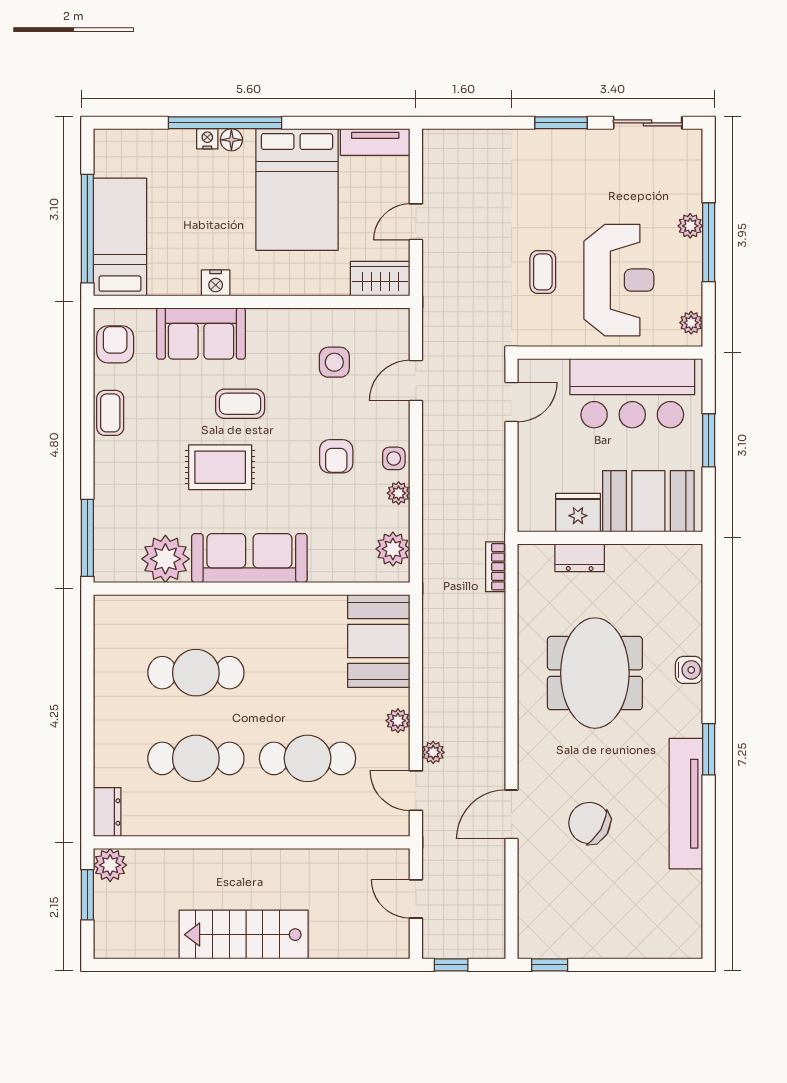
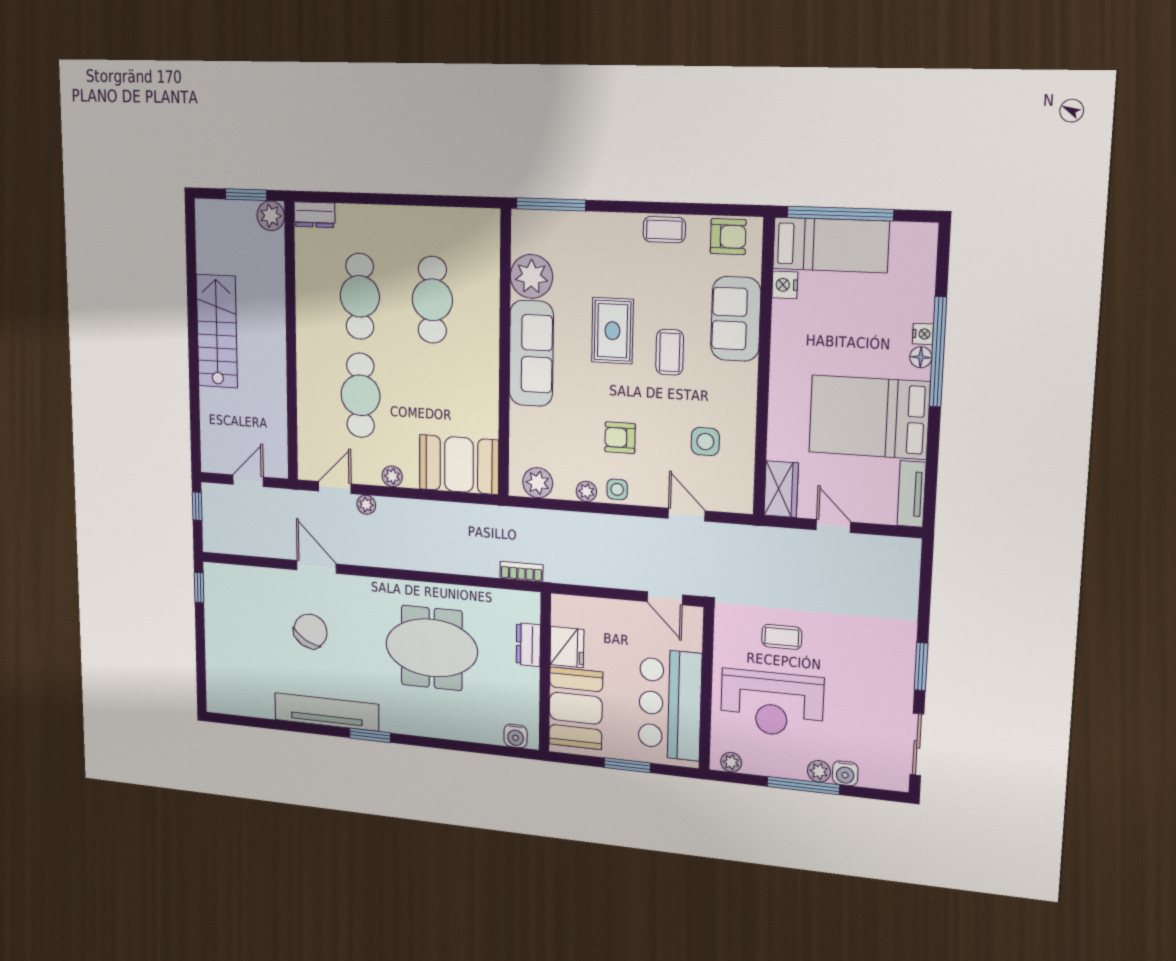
water cooler: (689, 197) -> (845, 773), added
nightstand: (216, 283) -> (785, 285), moved
water cooler: (689, 670) -> (516, 736), moved

